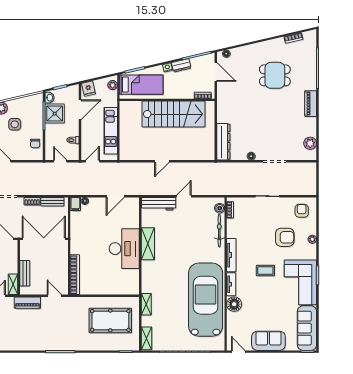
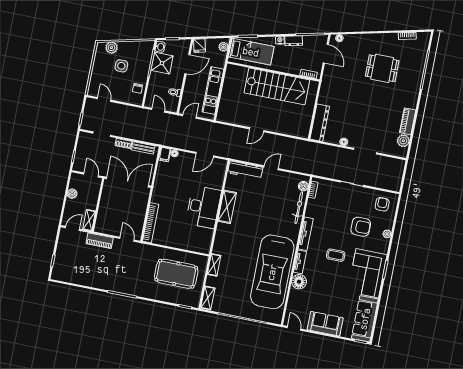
piano: (311, 104) -> (408, 121), moved
bench: (25, 273) -> (103, 212), removed
car: (206, 300) -> (272, 272), turned 180

